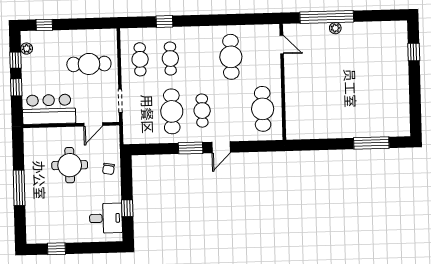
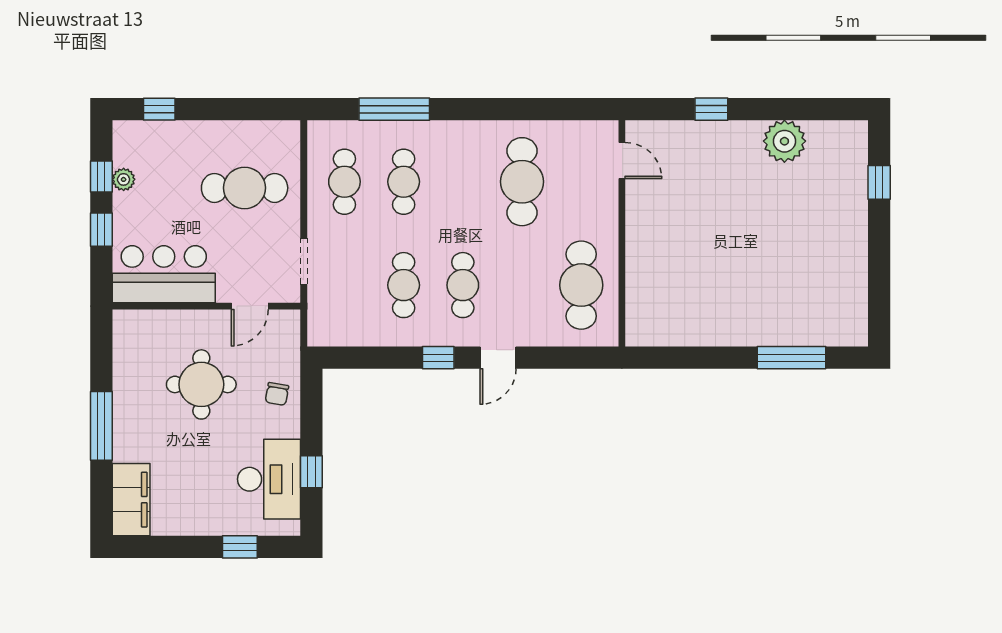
window: (327, 17) -> (711, 109), width x0.32
window: (164, 22) -> (394, 109), width x2.17
plant: (335, 28) -> (784, 141), moved, width x1.87, depth x1.87
plant: (27, 49) -> (124, 179), moved
cafe table: (172, 111) -> (404, 285), width x0.73, depth x0.74
window: (191, 148) -> (438, 358), width x0.67
desk: (106, 218) -> (269, 479), width x1.37
filing cabinet: (35, 225) -> (131, 500), added
window: (56, 249) -> (240, 547), moved

